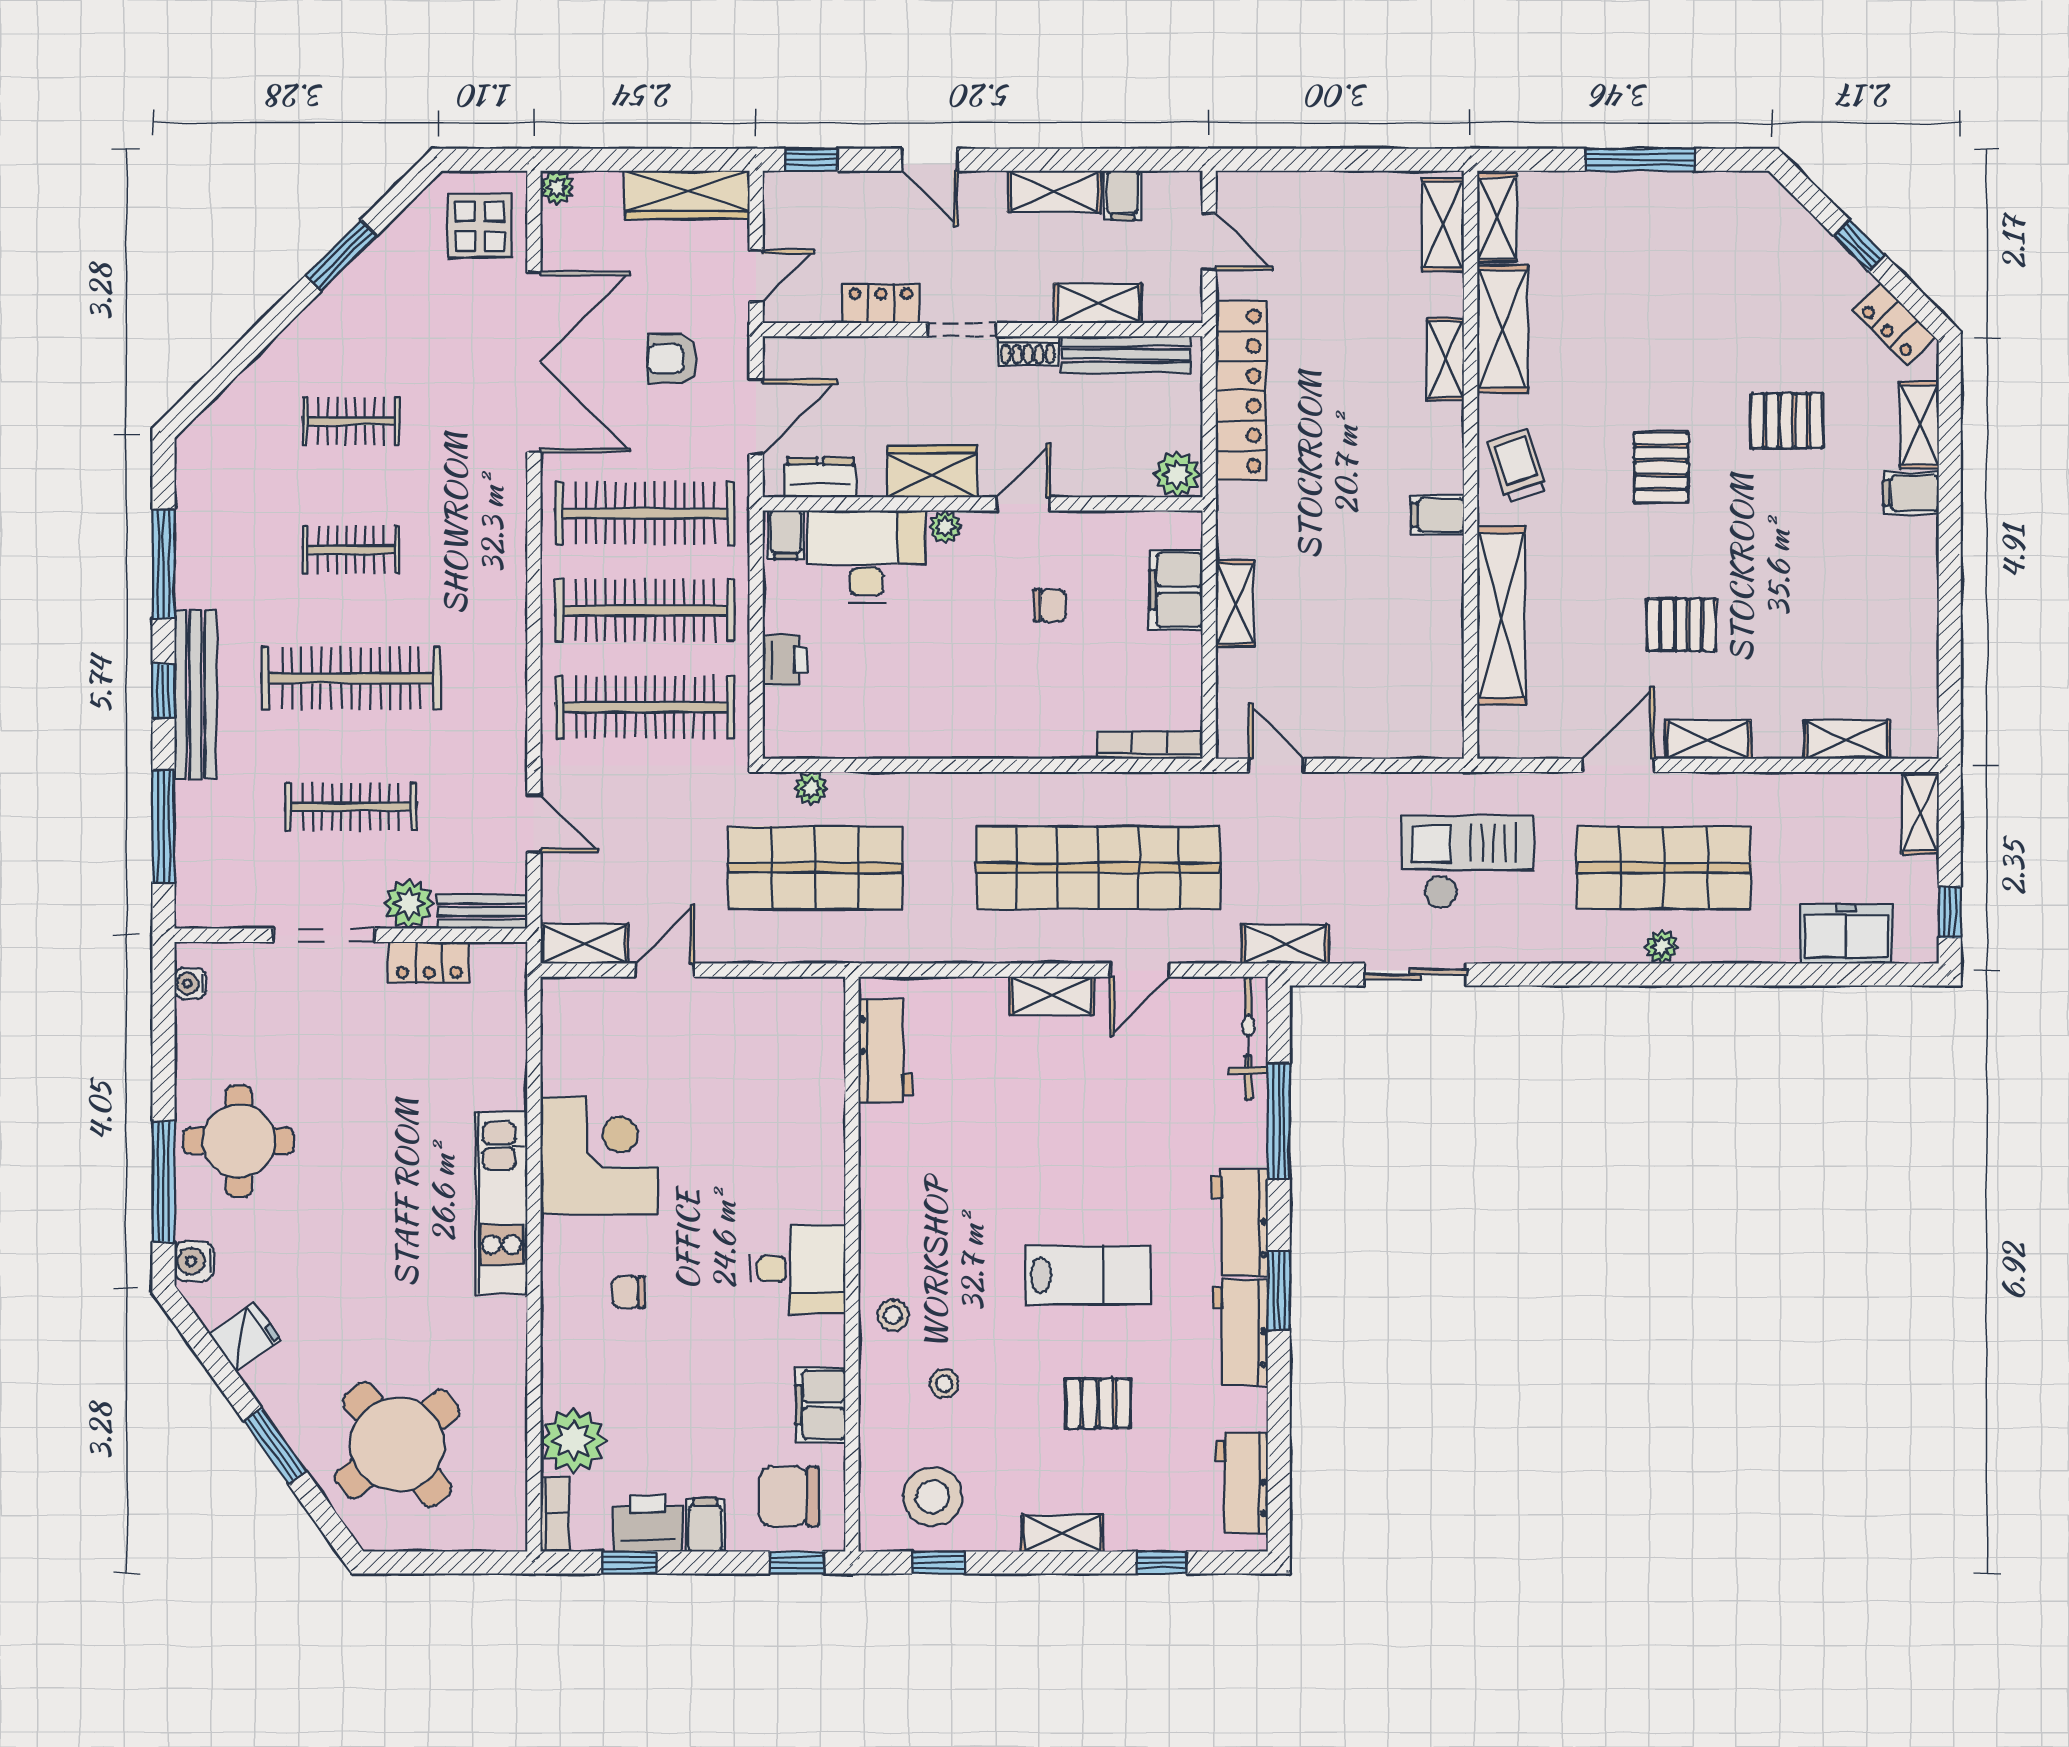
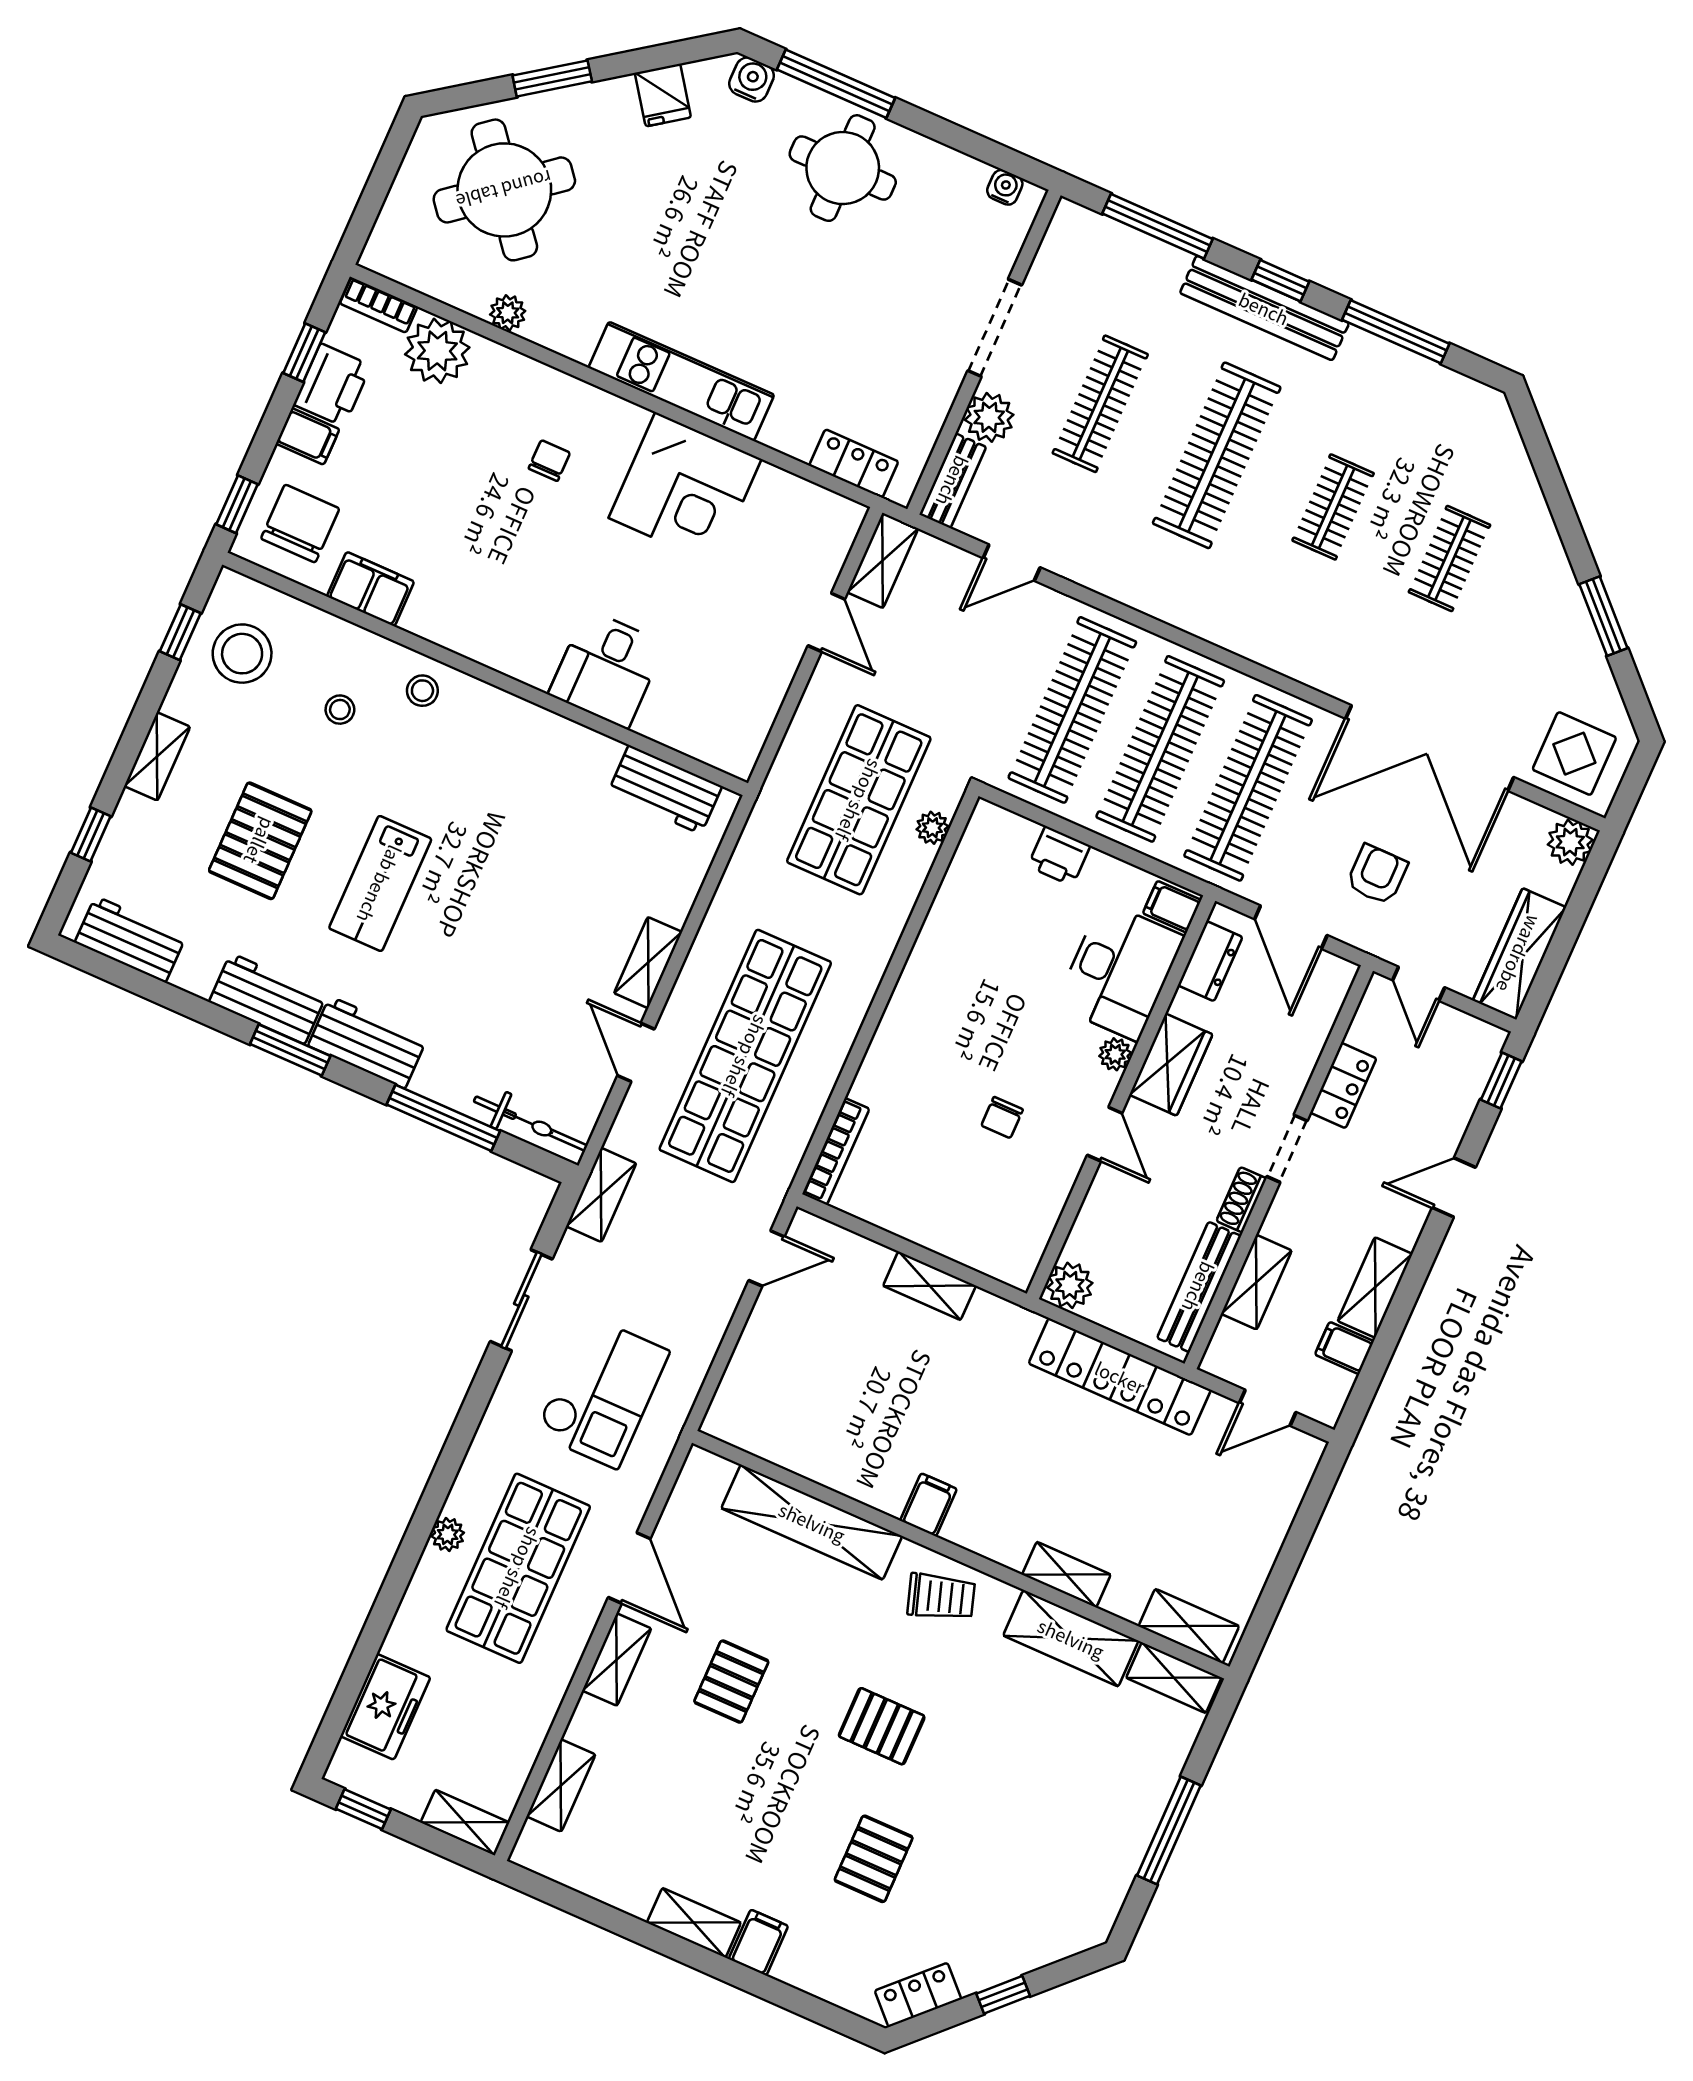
plant: (557, 187) -> (1570, 842), width x1.38, depth x1.38
shelving: (1919, 425) -> (694, 1923), moved
filing cabinet: (1176, 590) -> (966, 1238), removed
locker: (429, 962) -> (854, 464), moved, turned 90
desk: (798, 1269) -> (607, 669), moved
plant: (509, 1391) -> (508, 313), added
pallet: (1098, 1403) -> (260, 841), width x1.50, depth x1.42

